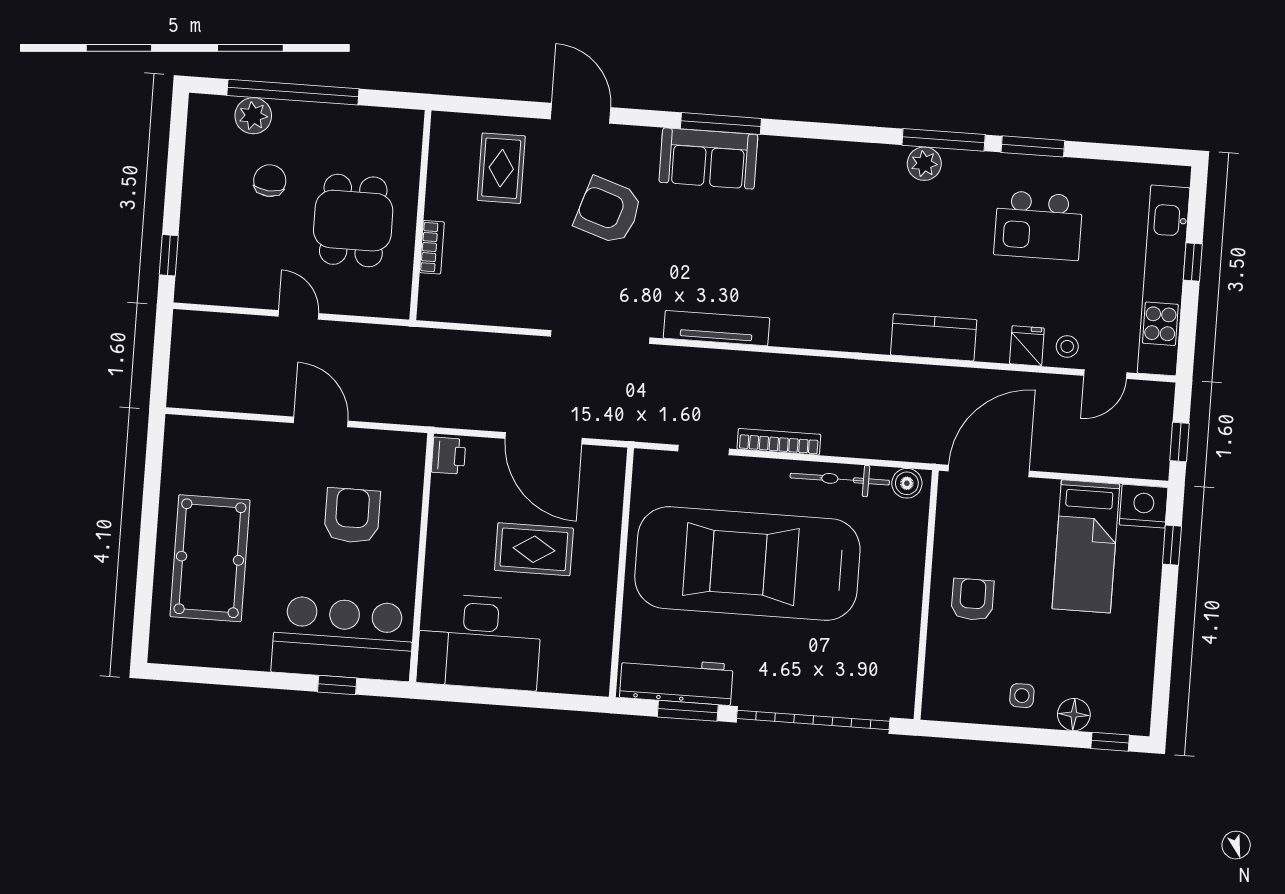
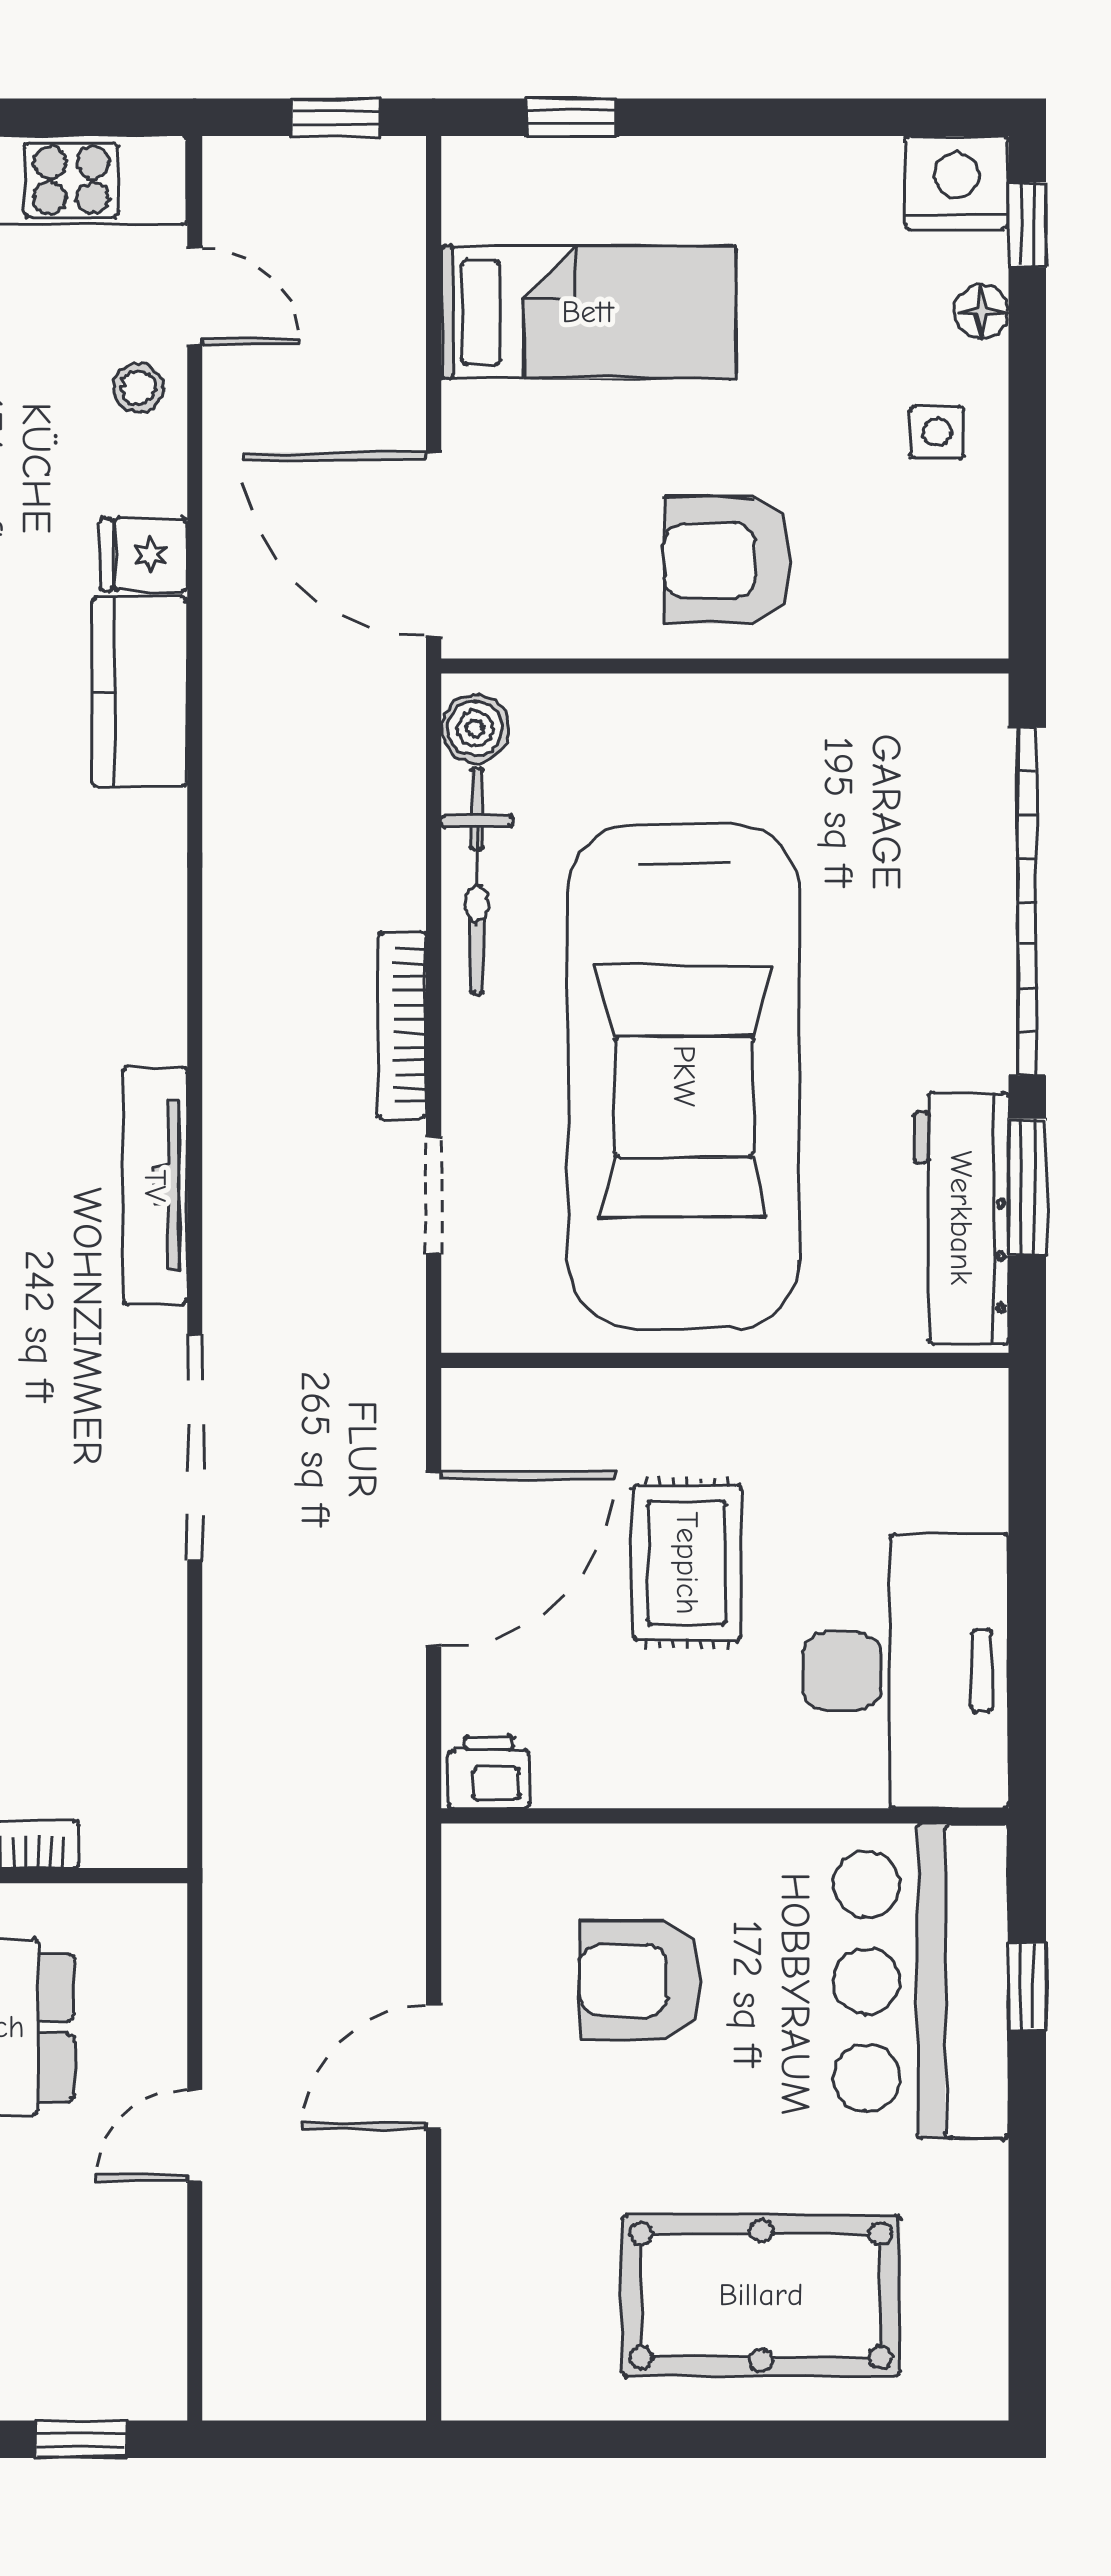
fridge: (1027, 346) -> (144, 554), moved
nightstand: (1144, 506) -> (957, 183), moved, turned 90
armchair: (973, 599) -> (728, 560), width x1.38, depth x1.38
floor lamp: (1074, 715) -> (982, 311), width x0.73, depth x0.73

